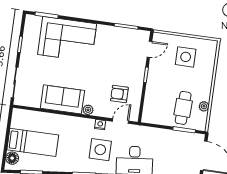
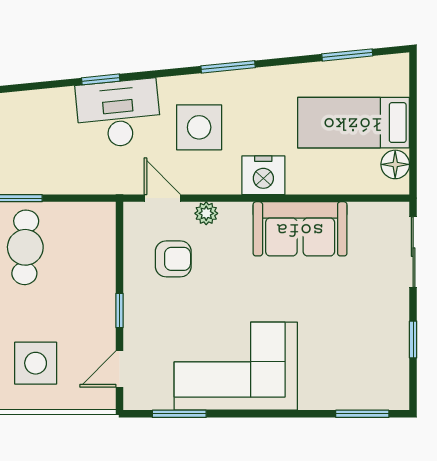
corner sofa: (67, 39) -> (236, 366), moved
plant: (88, 110) -> (206, 213), moved
door: (121, 121) -> (162, 198), swing flipped
nightstand: (100, 125) -> (263, 175), moved, width x1.89, depth x1.79
floor lamp: (12, 158) -> (395, 164), moved

